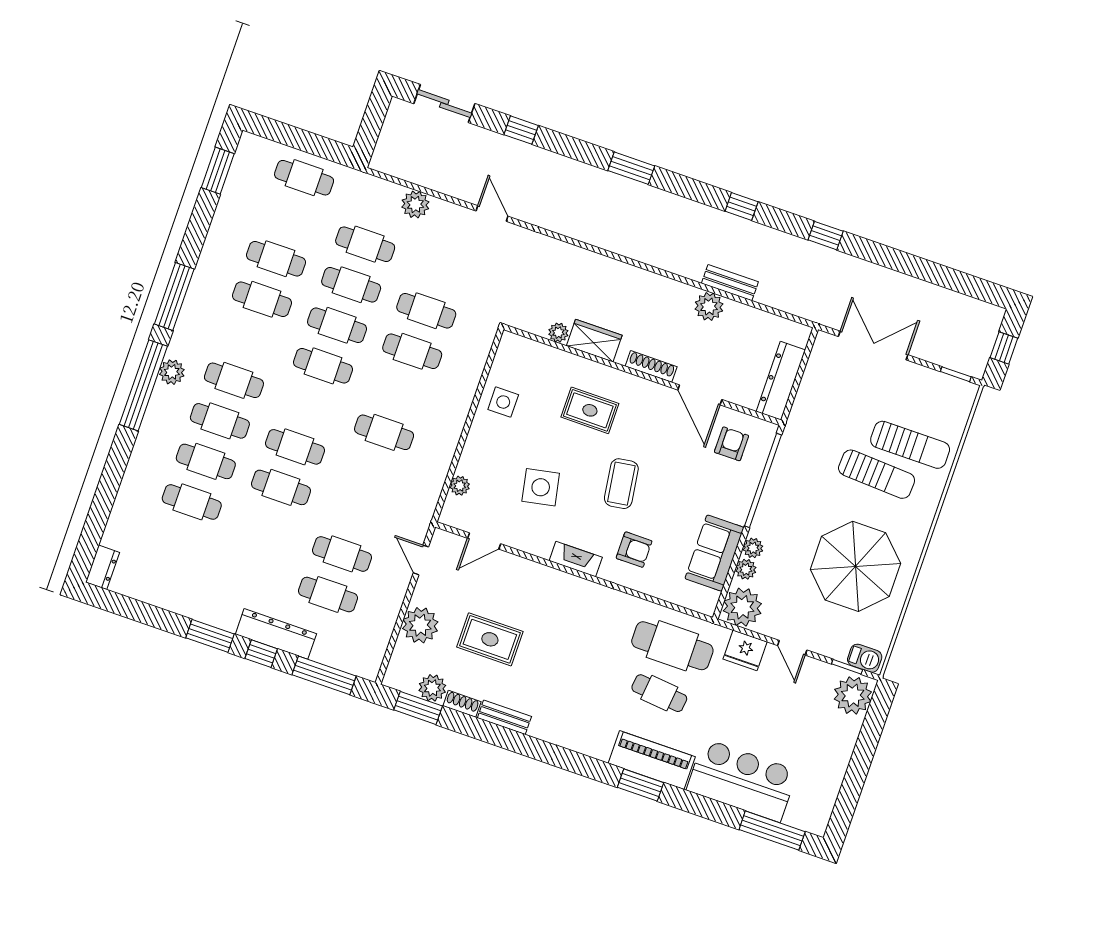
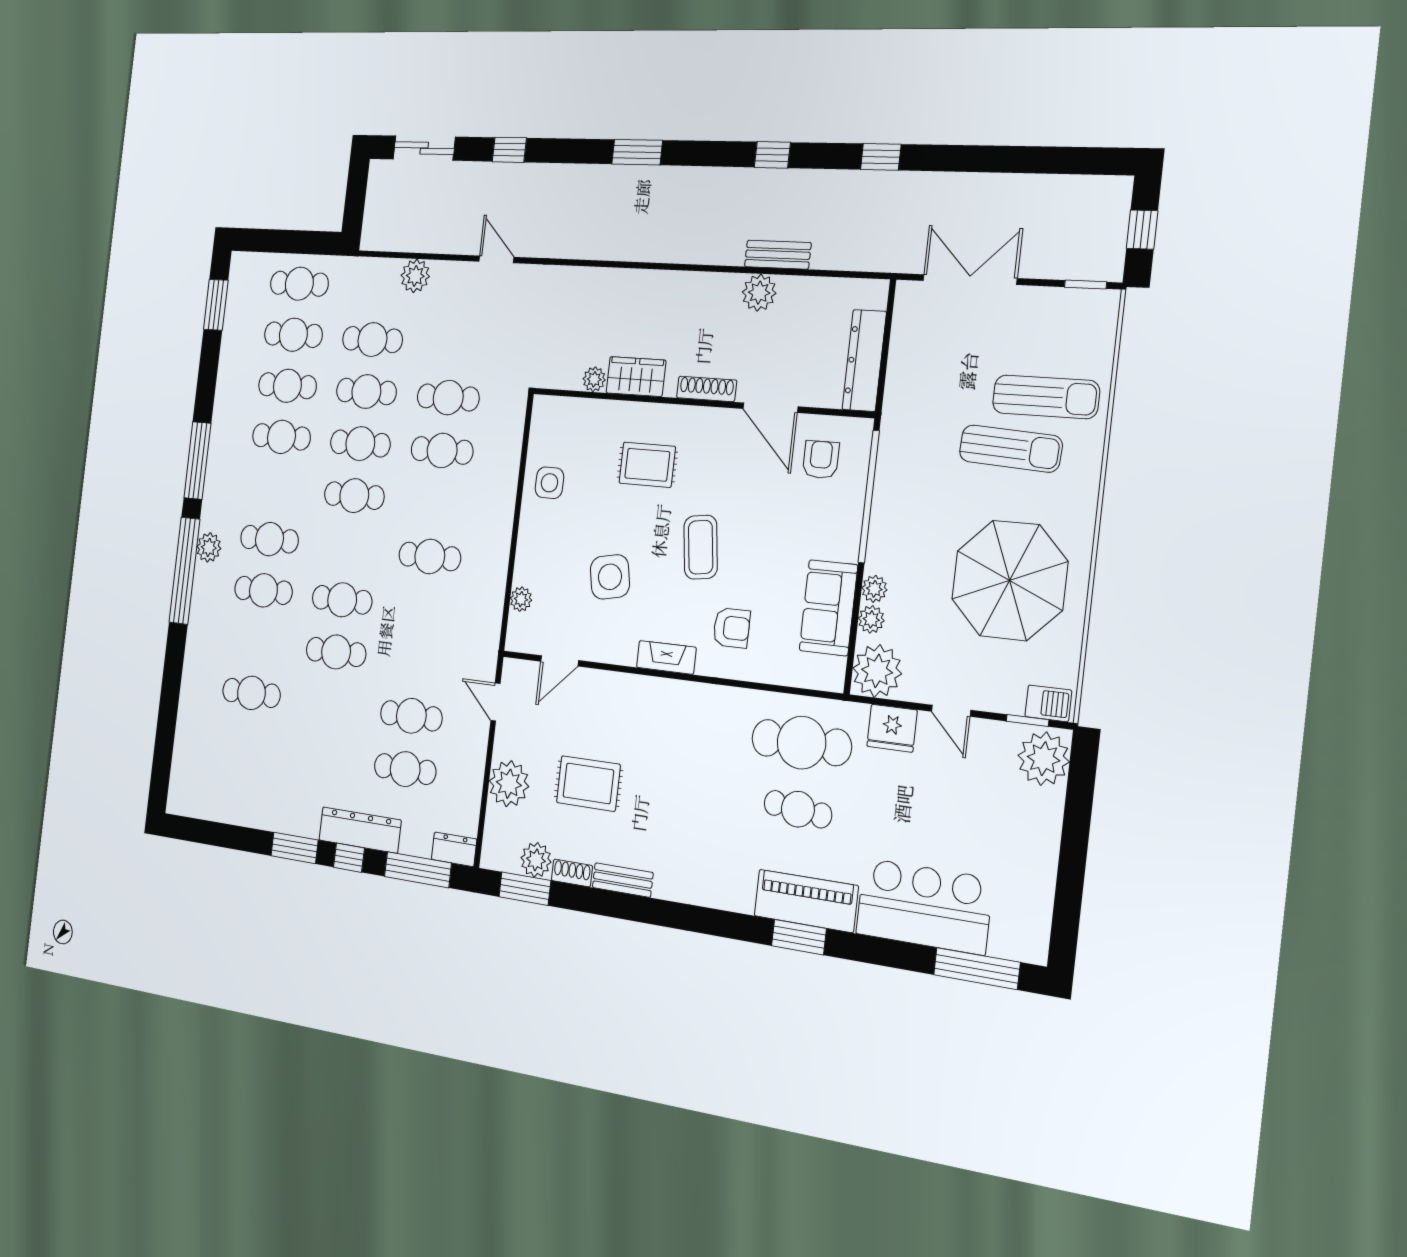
cafe table: (206, 461) -> (293, 335), moved
dresser: (103, 567) -> (454, 849), moved, turned -90

